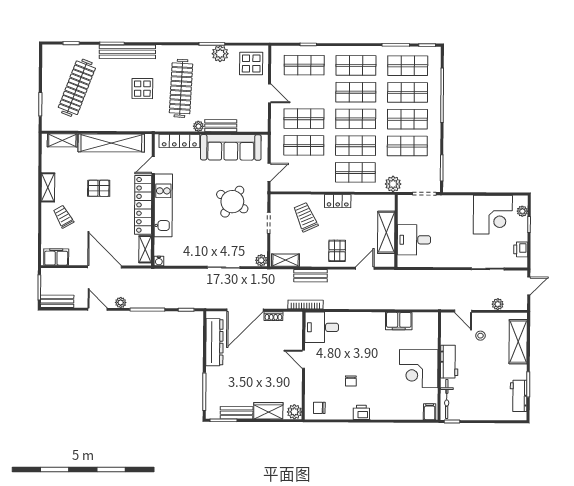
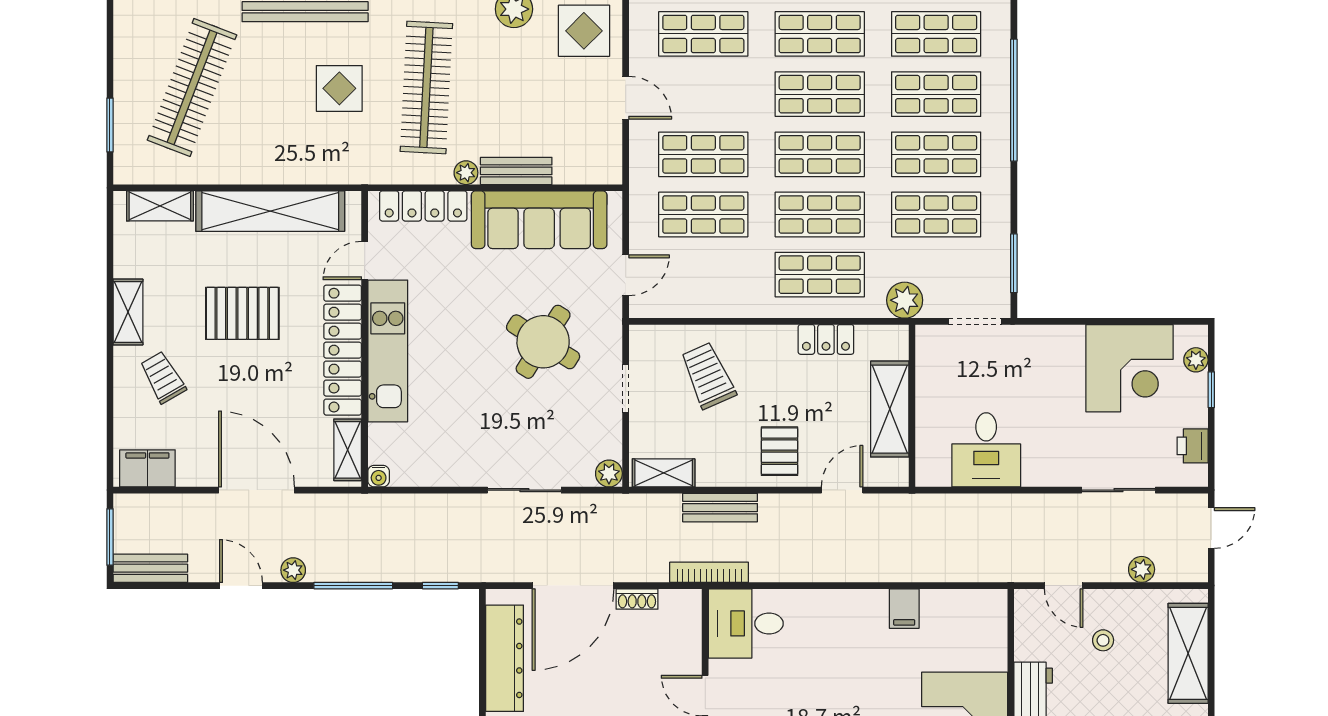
pallet: (99, 188) -> (242, 313), width x1.50, depth x1.42
locker: (338, 201) -> (826, 339), moved
desk: (414, 240) -> (986, 450), moved, turned -90
filing cabinet: (399, 321) -> (904, 609), width x0.50

